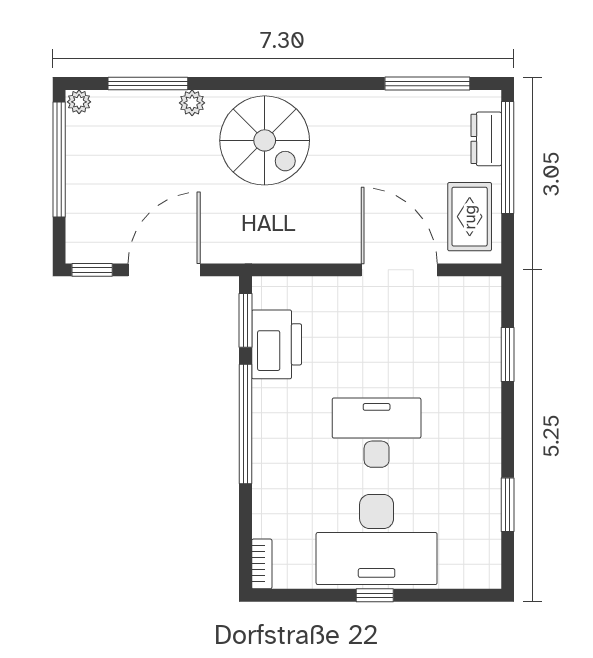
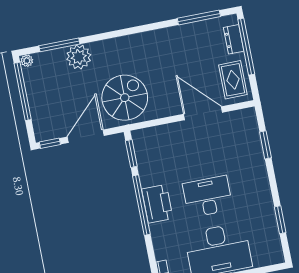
plant: (192, 103) -> (79, 57), width x1.87, depth x1.87
spiral stairs: (265, 140) -> (125, 98), moved, turned -90
printer: (277, 344) -> (157, 204), moved

